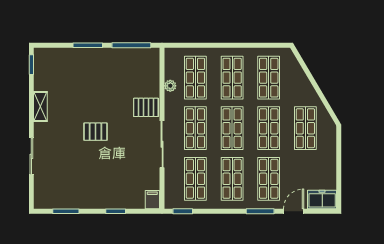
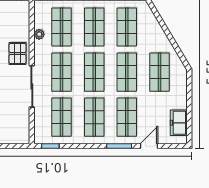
pallet: (146, 107) -> (18, 54), turned 90
filing cabinet: (152, 200) -> (23, 136), removed
freezer: (322, 200) -> (179, 123), moved, turned -90

